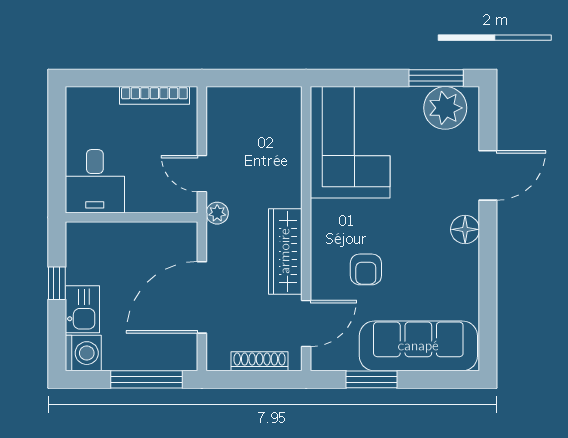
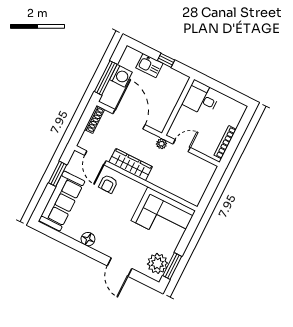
floor lamp: (465, 229) -> (88, 239), moved
armchair: (366, 269) -> (108, 184), moved, turned -90
washing machine: (83, 353) -> (121, 76), moved, turned -90
shoe rack: (260, 361) -> (95, 120), moved

